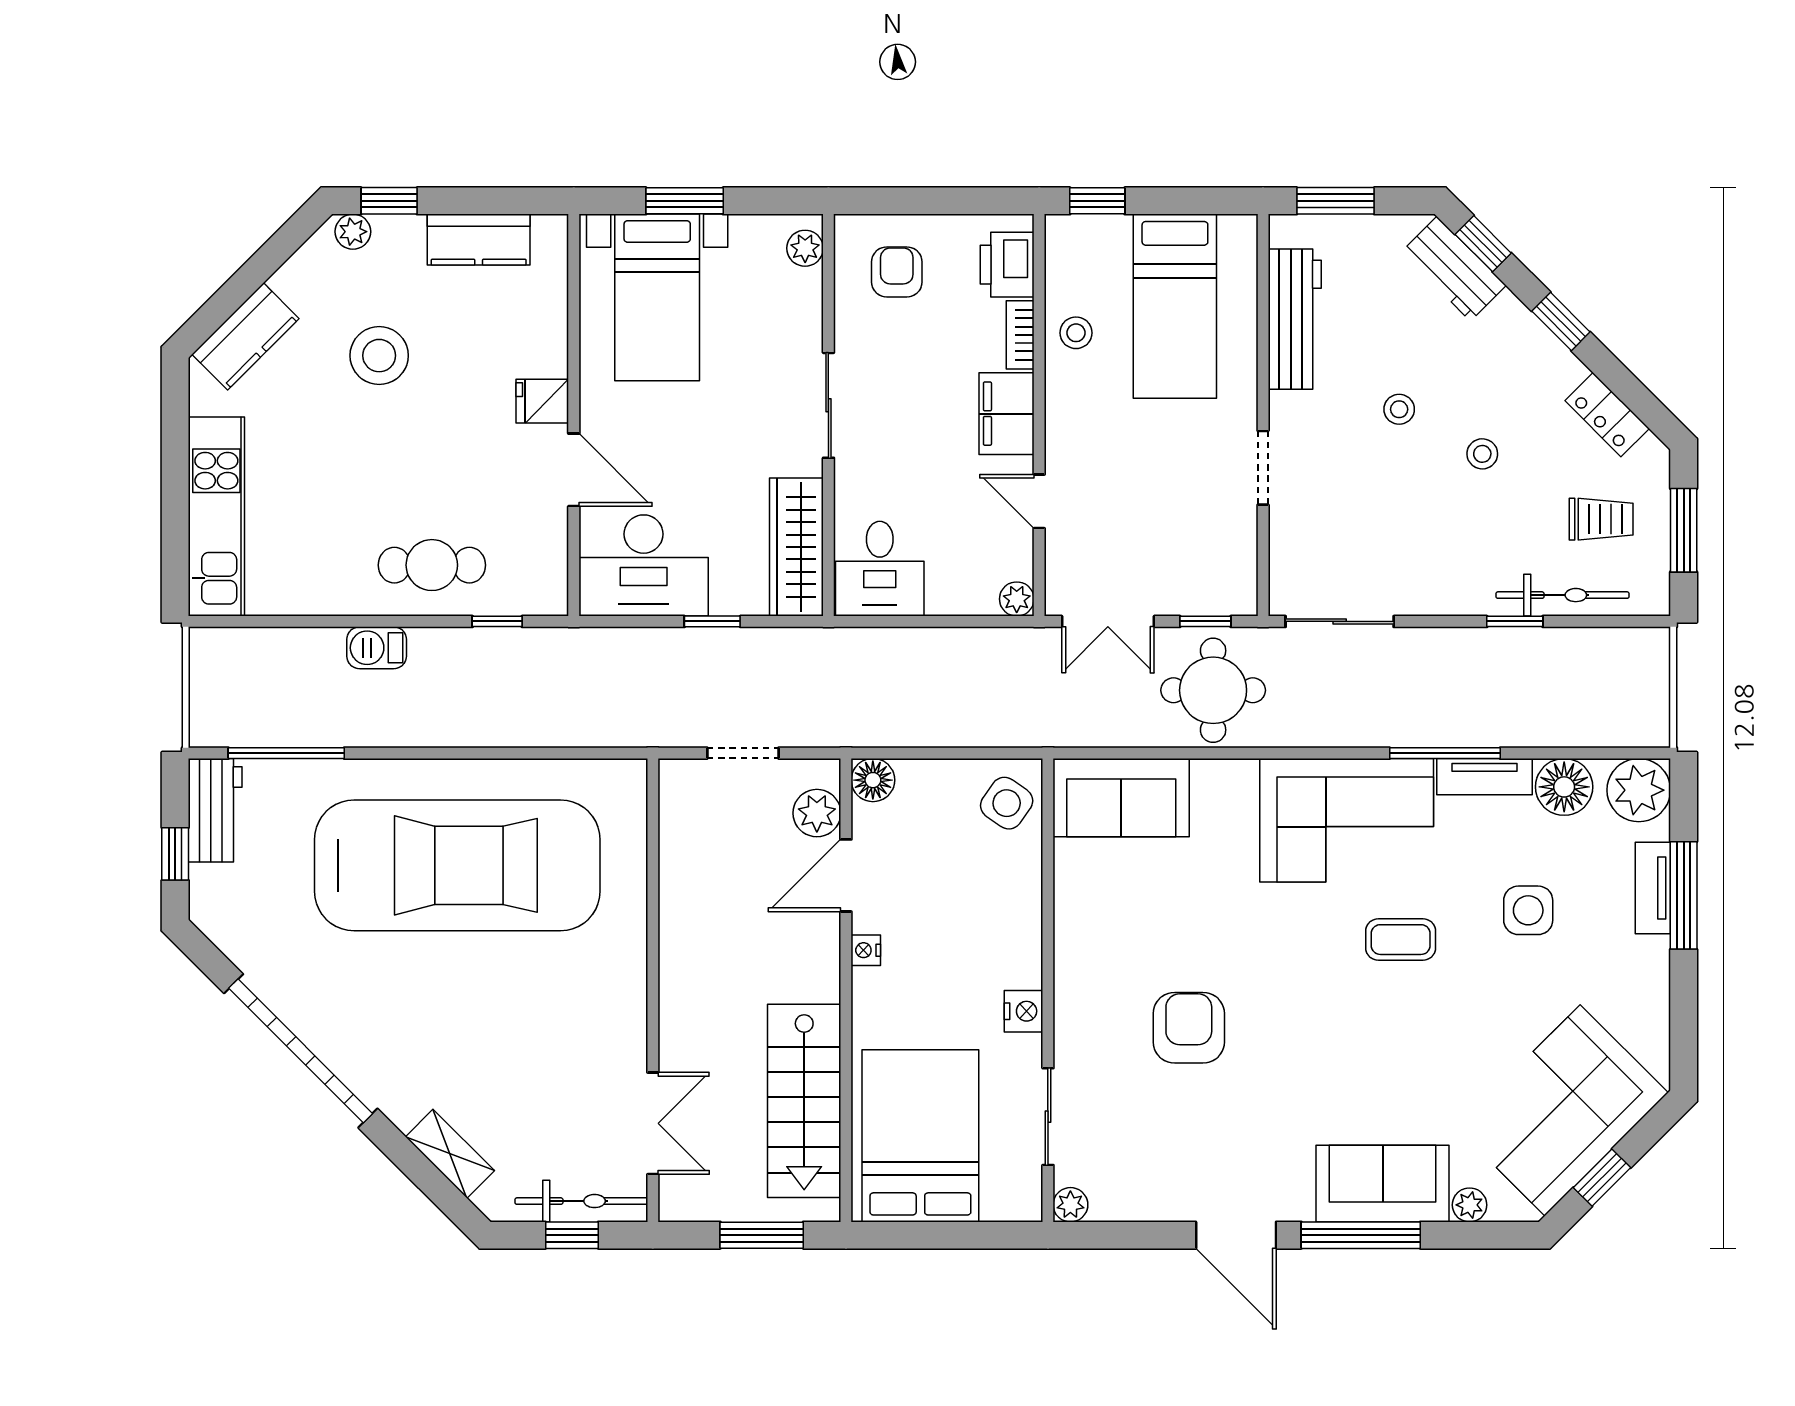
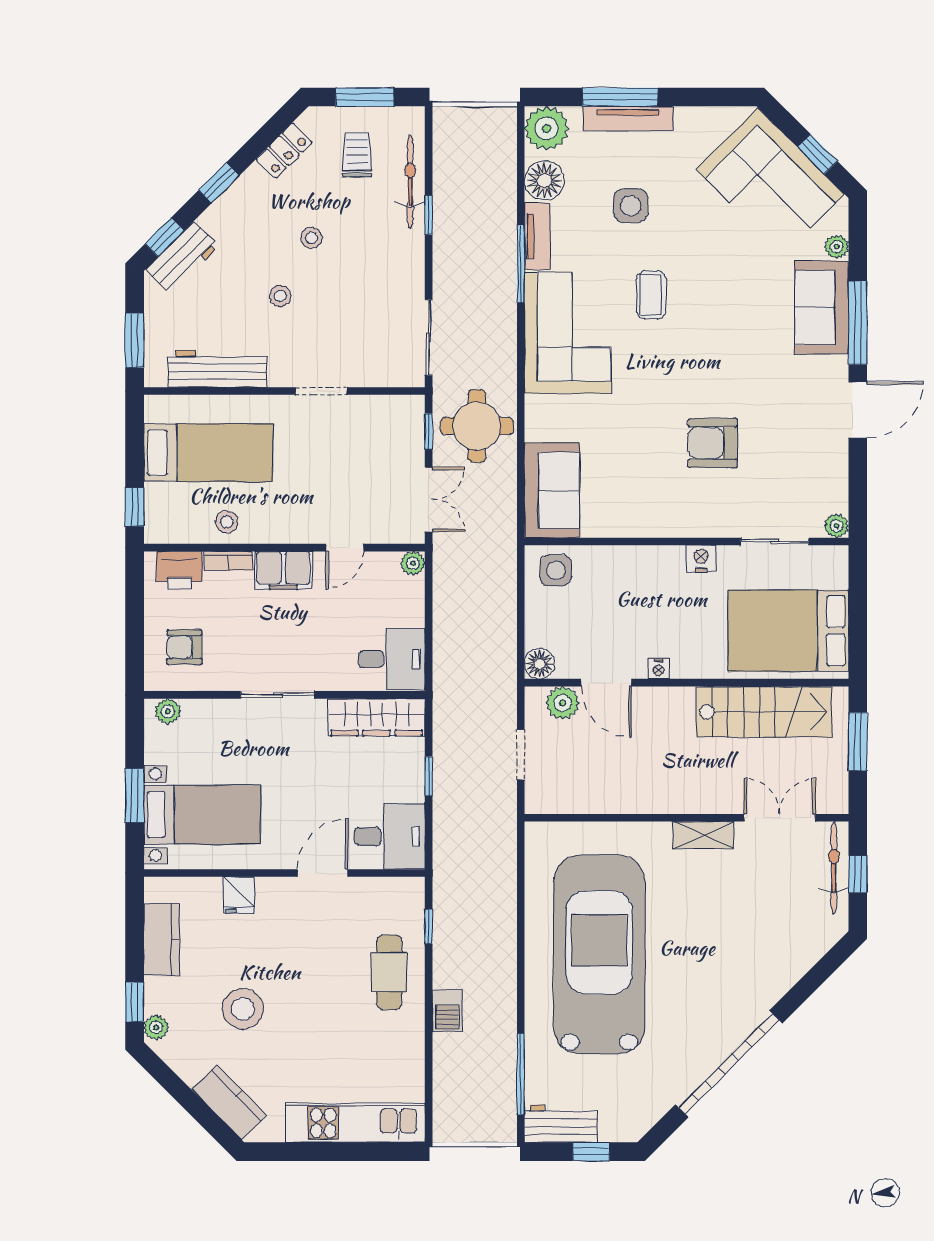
fridge: (542, 401) -> (239, 895), moved
desk: (644, 565) -> (390, 836), width x0.73
side table: (1007, 803) -> (556, 570), turned -35
tv unit: (1653, 888) -> (628, 118), width x1.41
shelving: (450, 1154) -> (704, 835), moved, turned 45

